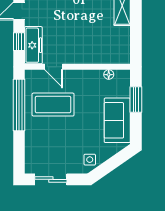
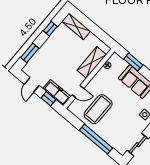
shelving: (97, 55) -> (92, 62), added
window: (19, 105) -> (96, 139), moved

